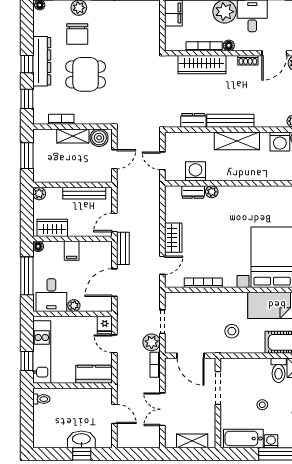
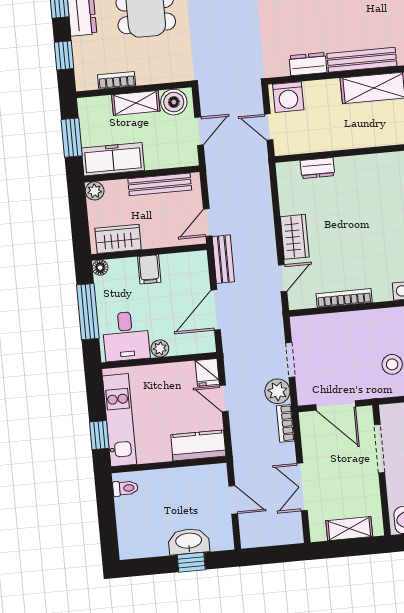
washing machine: (195, 171) -> (288, 97), moved, turned 180
freezer: (54, 173) -> (113, 159), added
plant: (212, 192) -> (344, 165), removed

